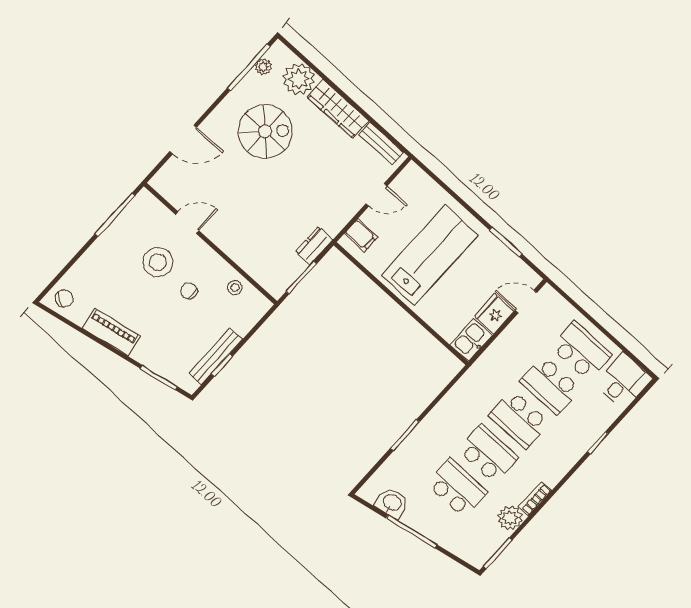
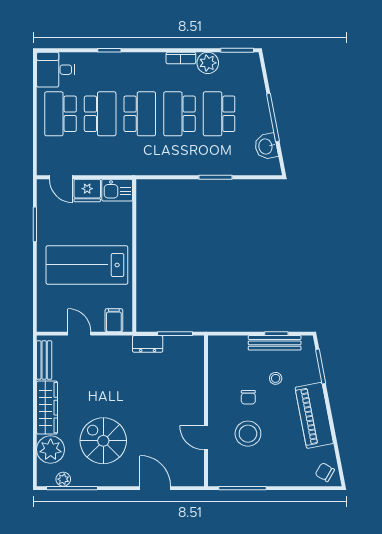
stool: (235, 288) -> (276, 378), moved
piano: (111, 332) -> (314, 415), width x1.37, depth x1.33

